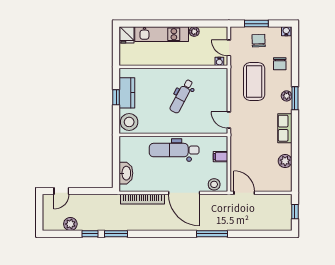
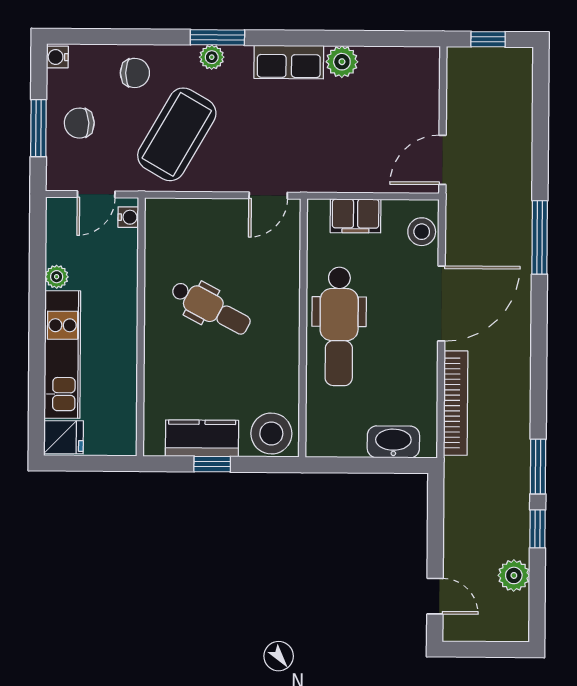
coffee table: (254, 82) -> (177, 134), turned -60
filing cabinet: (220, 157) -> (356, 216), width x2.00
plant: (285, 161) -> (342, 62), moved

